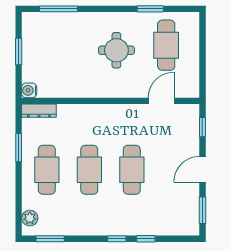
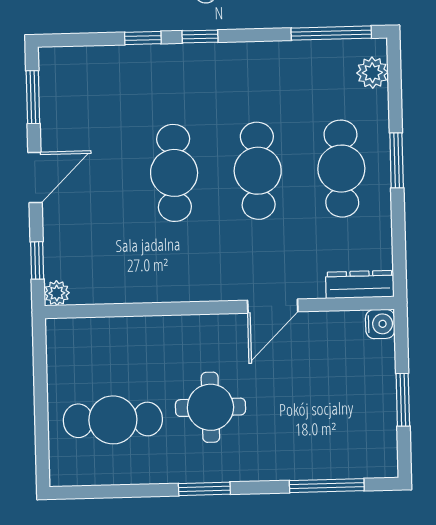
window: (150, 9) -> (204, 489), moved
cafe table: (166, 45) -> (113, 420), turned 90
door: (161, 101) -> (273, 306), moved
plant: (193, 110) -> (57, 293), added
window: (19, 148) -> (397, 160), moved
window: (50, 239) -> (331, 33), width x1.44

